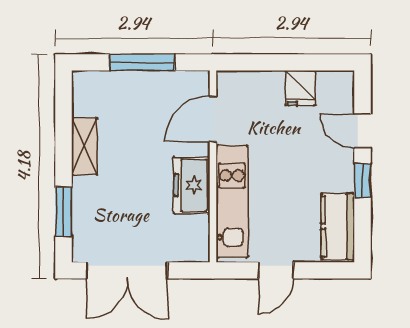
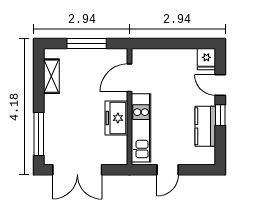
fridge: (300, 88) -> (206, 59), moved
shelving: (84, 146) -> (51, 76), moved
window: (64, 212) -> (39, 134), width x1.44
kitchen counter: (338, 226) -> (205, 126), moved

